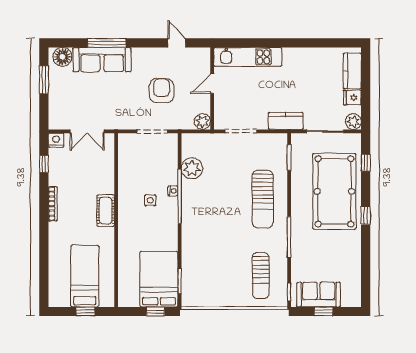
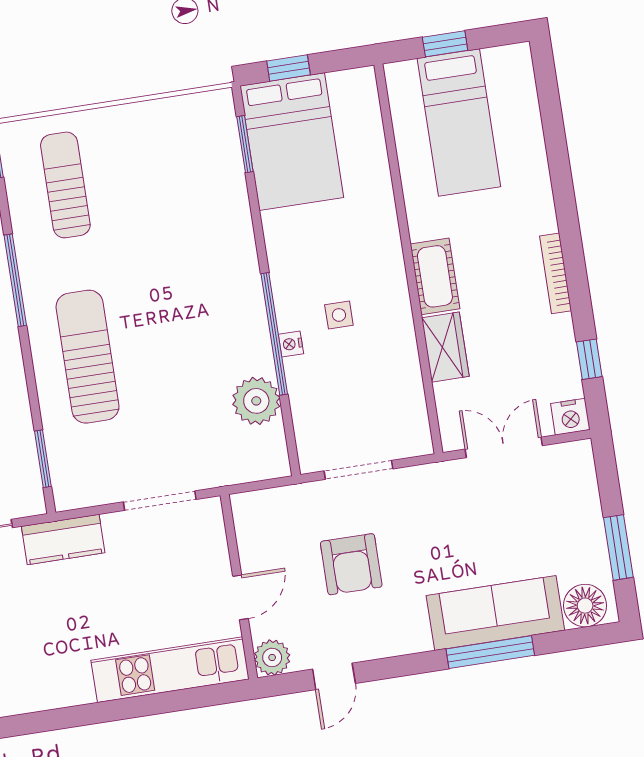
door: (177, 43) -> (334, 676), hinge flipped
plant: (202, 122) -> (272, 657), moved
wardrobe: (106, 179) -> (445, 347), added

